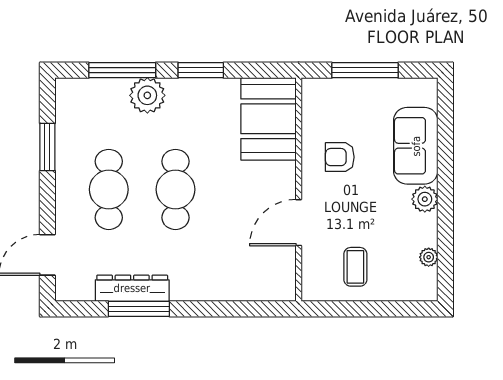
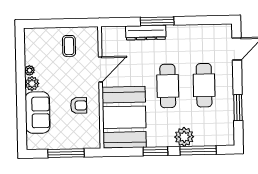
booth: (268, 119) -> (124, 117), width x1.36, depth x1.42
plant: (429, 257) -> (30, 70), moved
dresser: (132, 288) -> (146, 33), moved
window: (139, 309) -> (157, 21), moved

